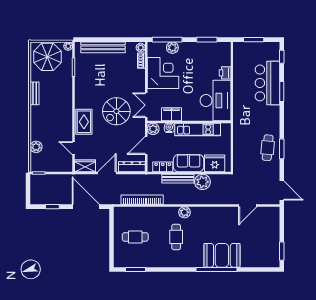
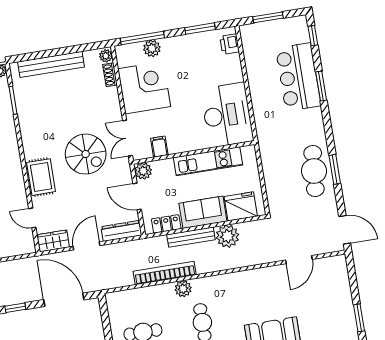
printer: (225, 73) -> (230, 44), moved
spiral stairs: (116, 111) -> (86, 154), turned -90
filing cabinet: (172, 114) -> (159, 147), width x0.50
water cooler: (169, 128) -> (166, 166), removed
door: (146, 145) -> (137, 196), hinge flipped
cafe table: (268, 148) -> (314, 171), width x1.37, depth x1.35
bookcase: (142, 200) -> (165, 273), moved
plant: (184, 212) -> (183, 289), moved

